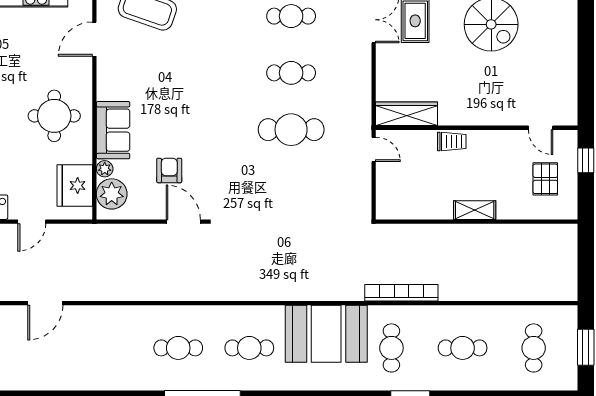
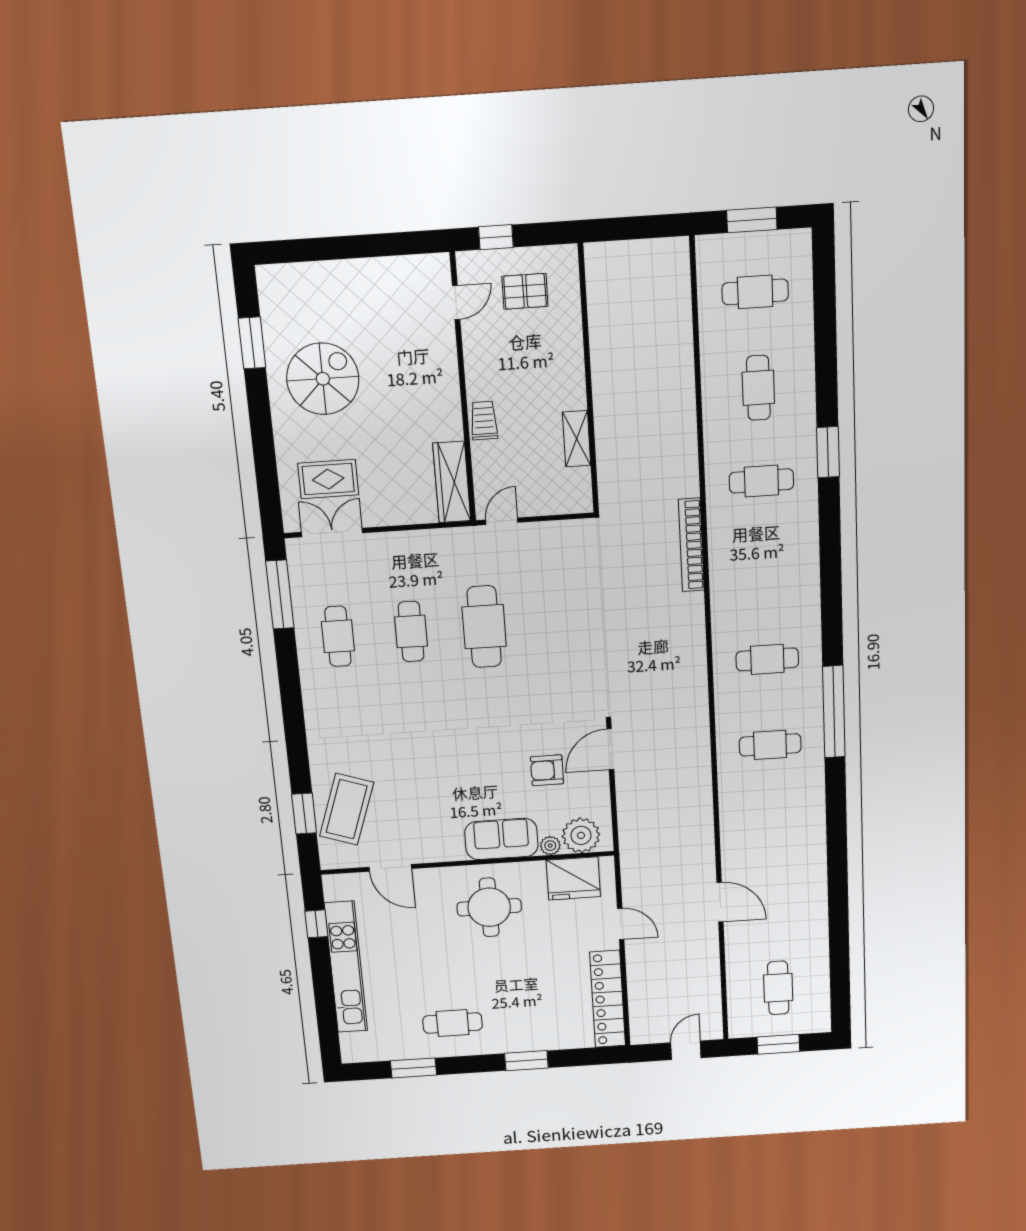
shelving: (475, 210) -> (577, 439), moved
bookcase: (401, 293) -> (691, 545), moved
booth: (326, 334) -> (746, 565), removed
cafe table: (178, 348) -> (770, 745), turned 90
cafe table: (249, 348) -> (767, 659), turned 90

